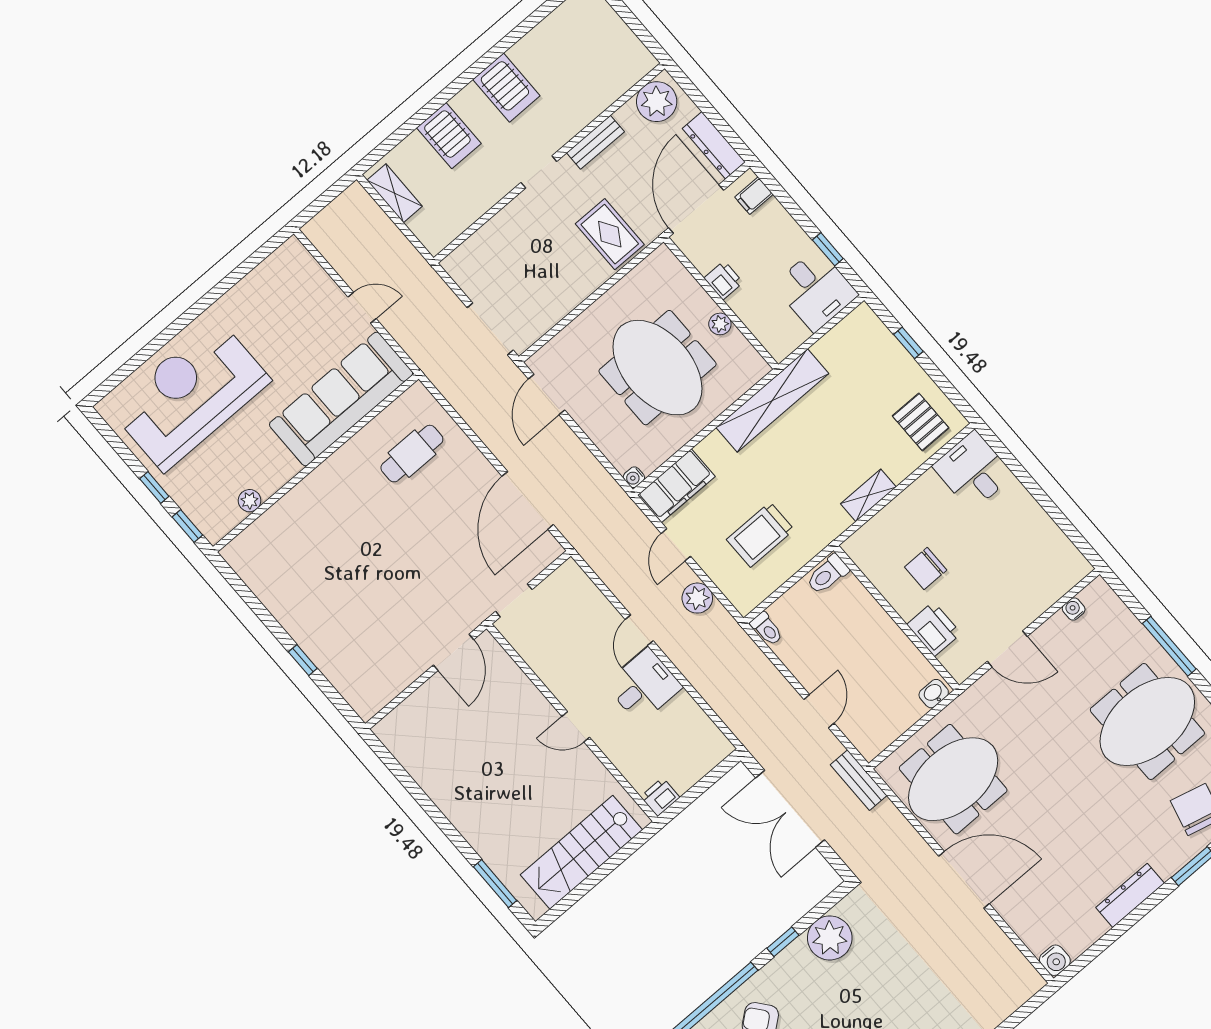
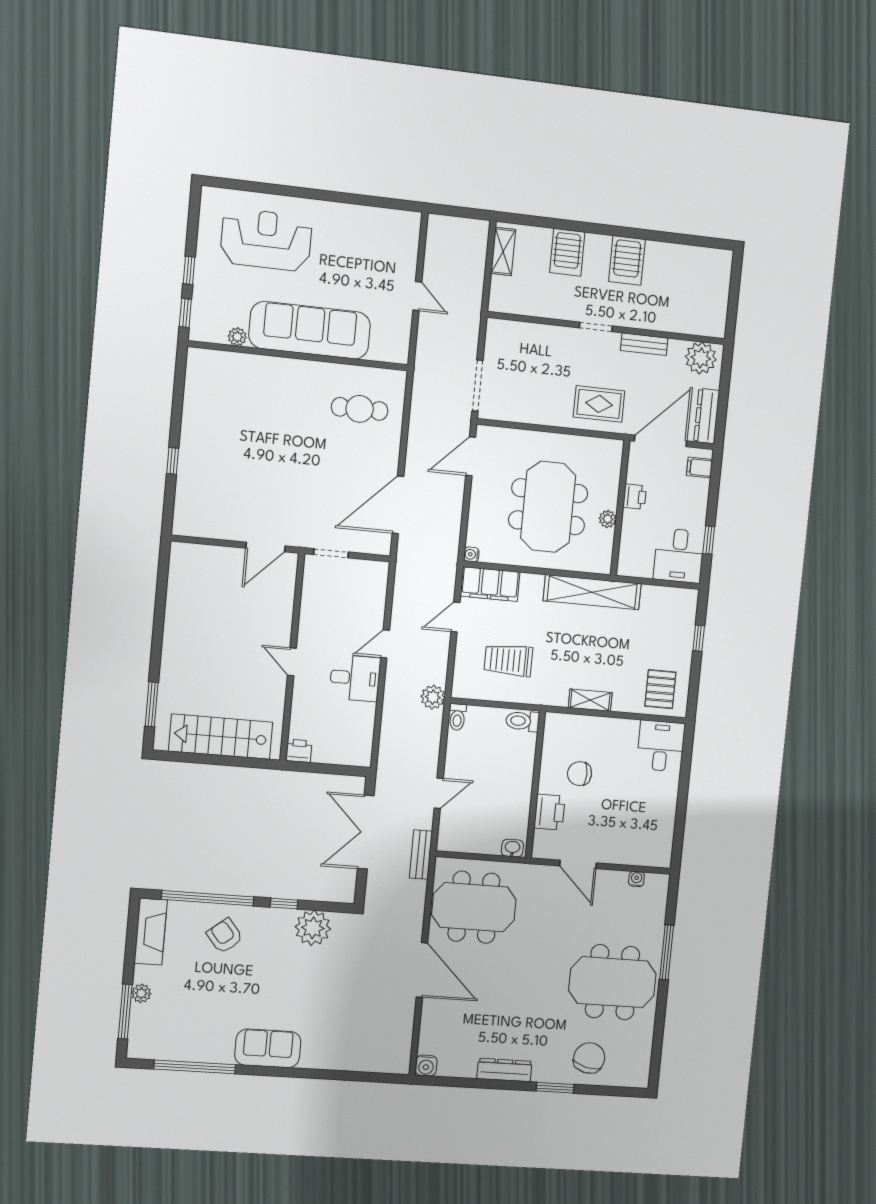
rug: (610, 234) -> (599, 404), turned 90
reception desk: (190, 395) -> (266, 240), width x0.74, depth x0.77
sofa: (341, 399) -> (310, 330), moved
plant: (697, 598) -> (433, 697), moved

